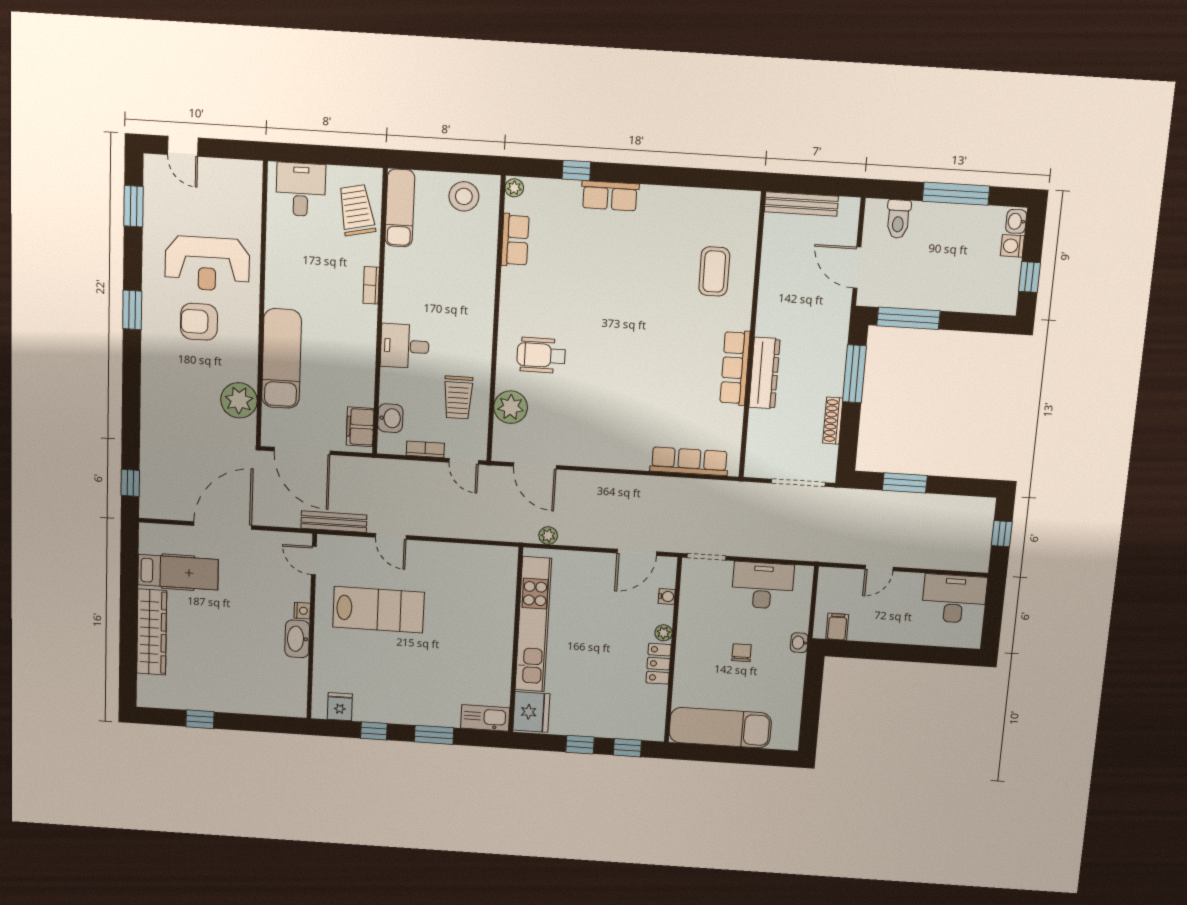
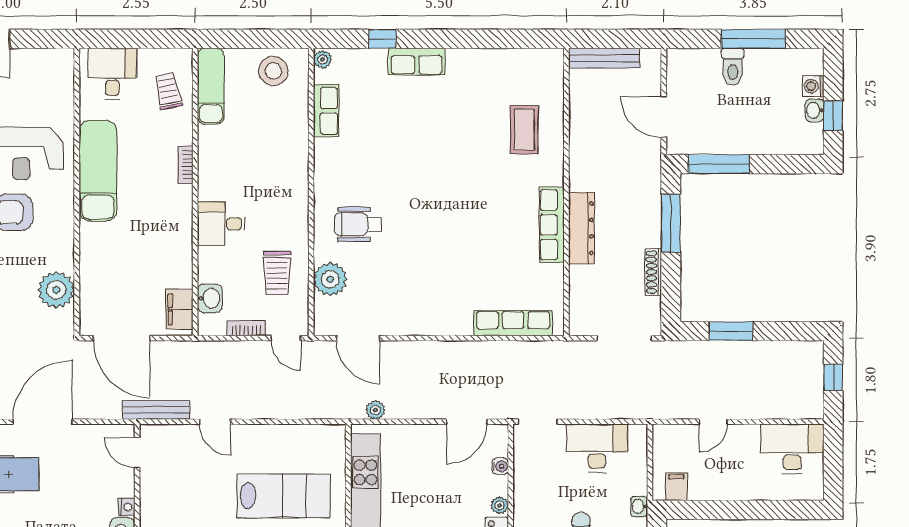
trolley: (357, 210) -> (168, 91), width x0.73, depth x0.72
toilet: (898, 219) -> (733, 67), moved
washbasin: (1016, 221) -> (814, 110), moved
exam couch: (281, 359) -> (98, 171), moved
lab bench: (378, 610) -> (283, 496), moved

